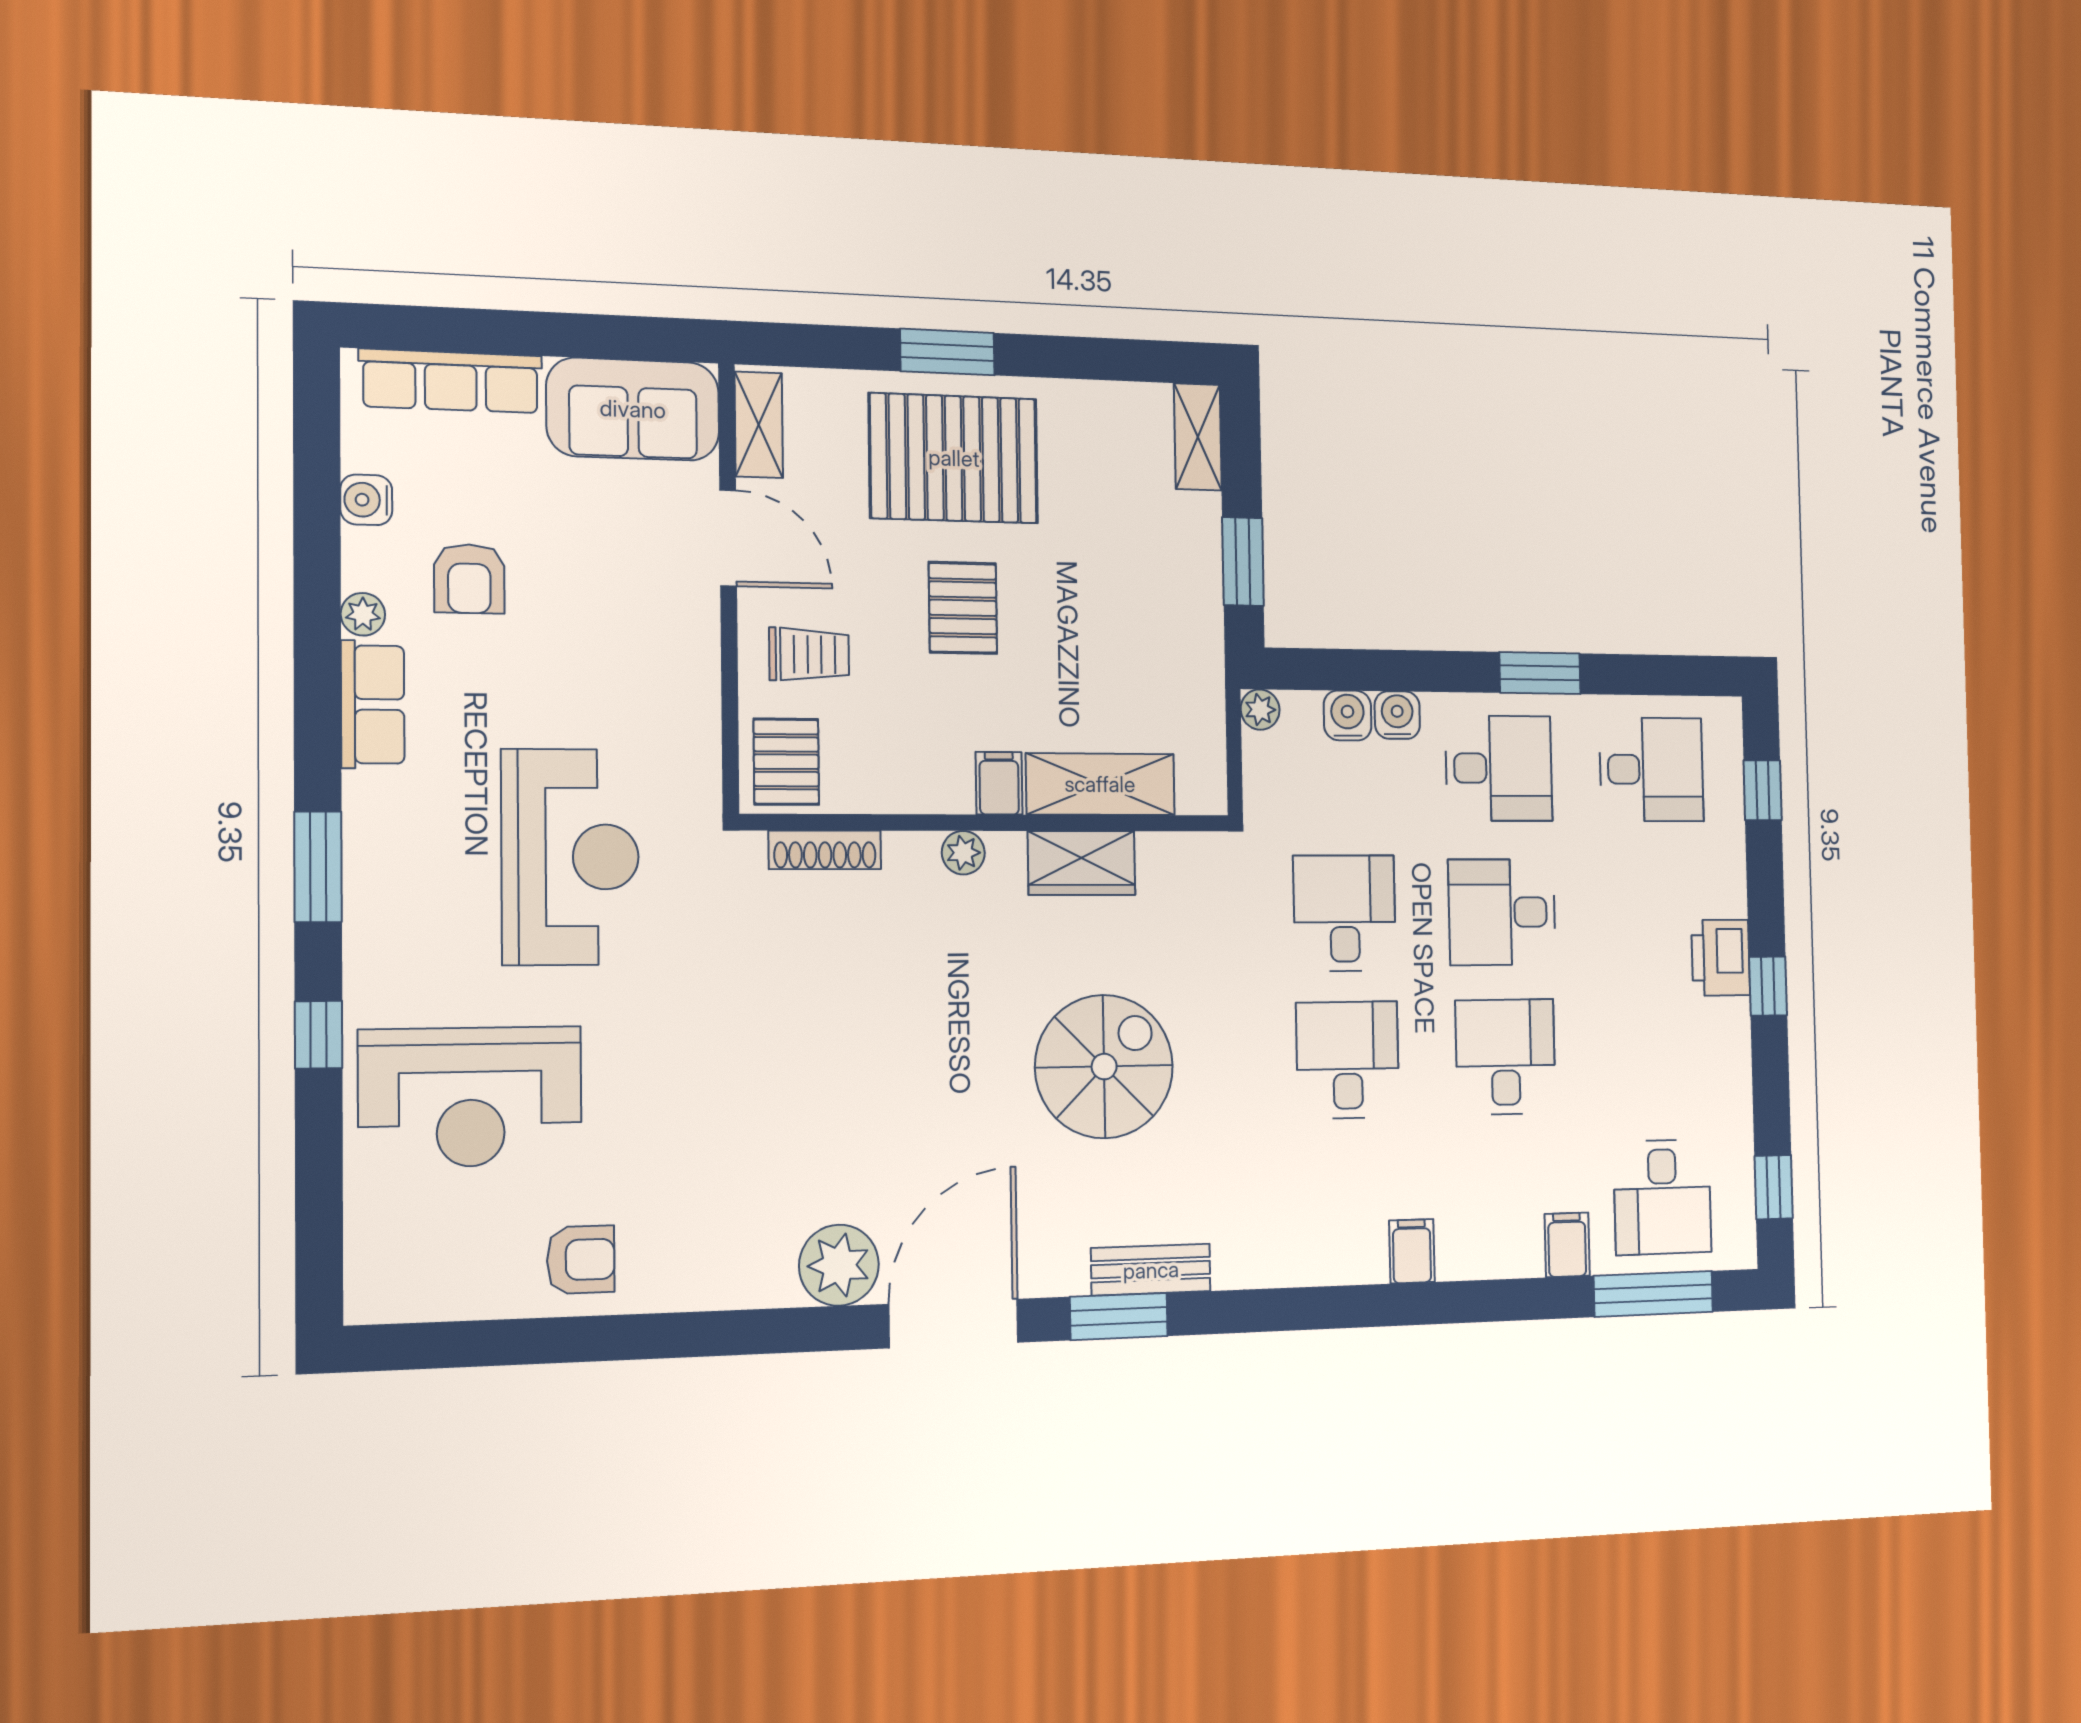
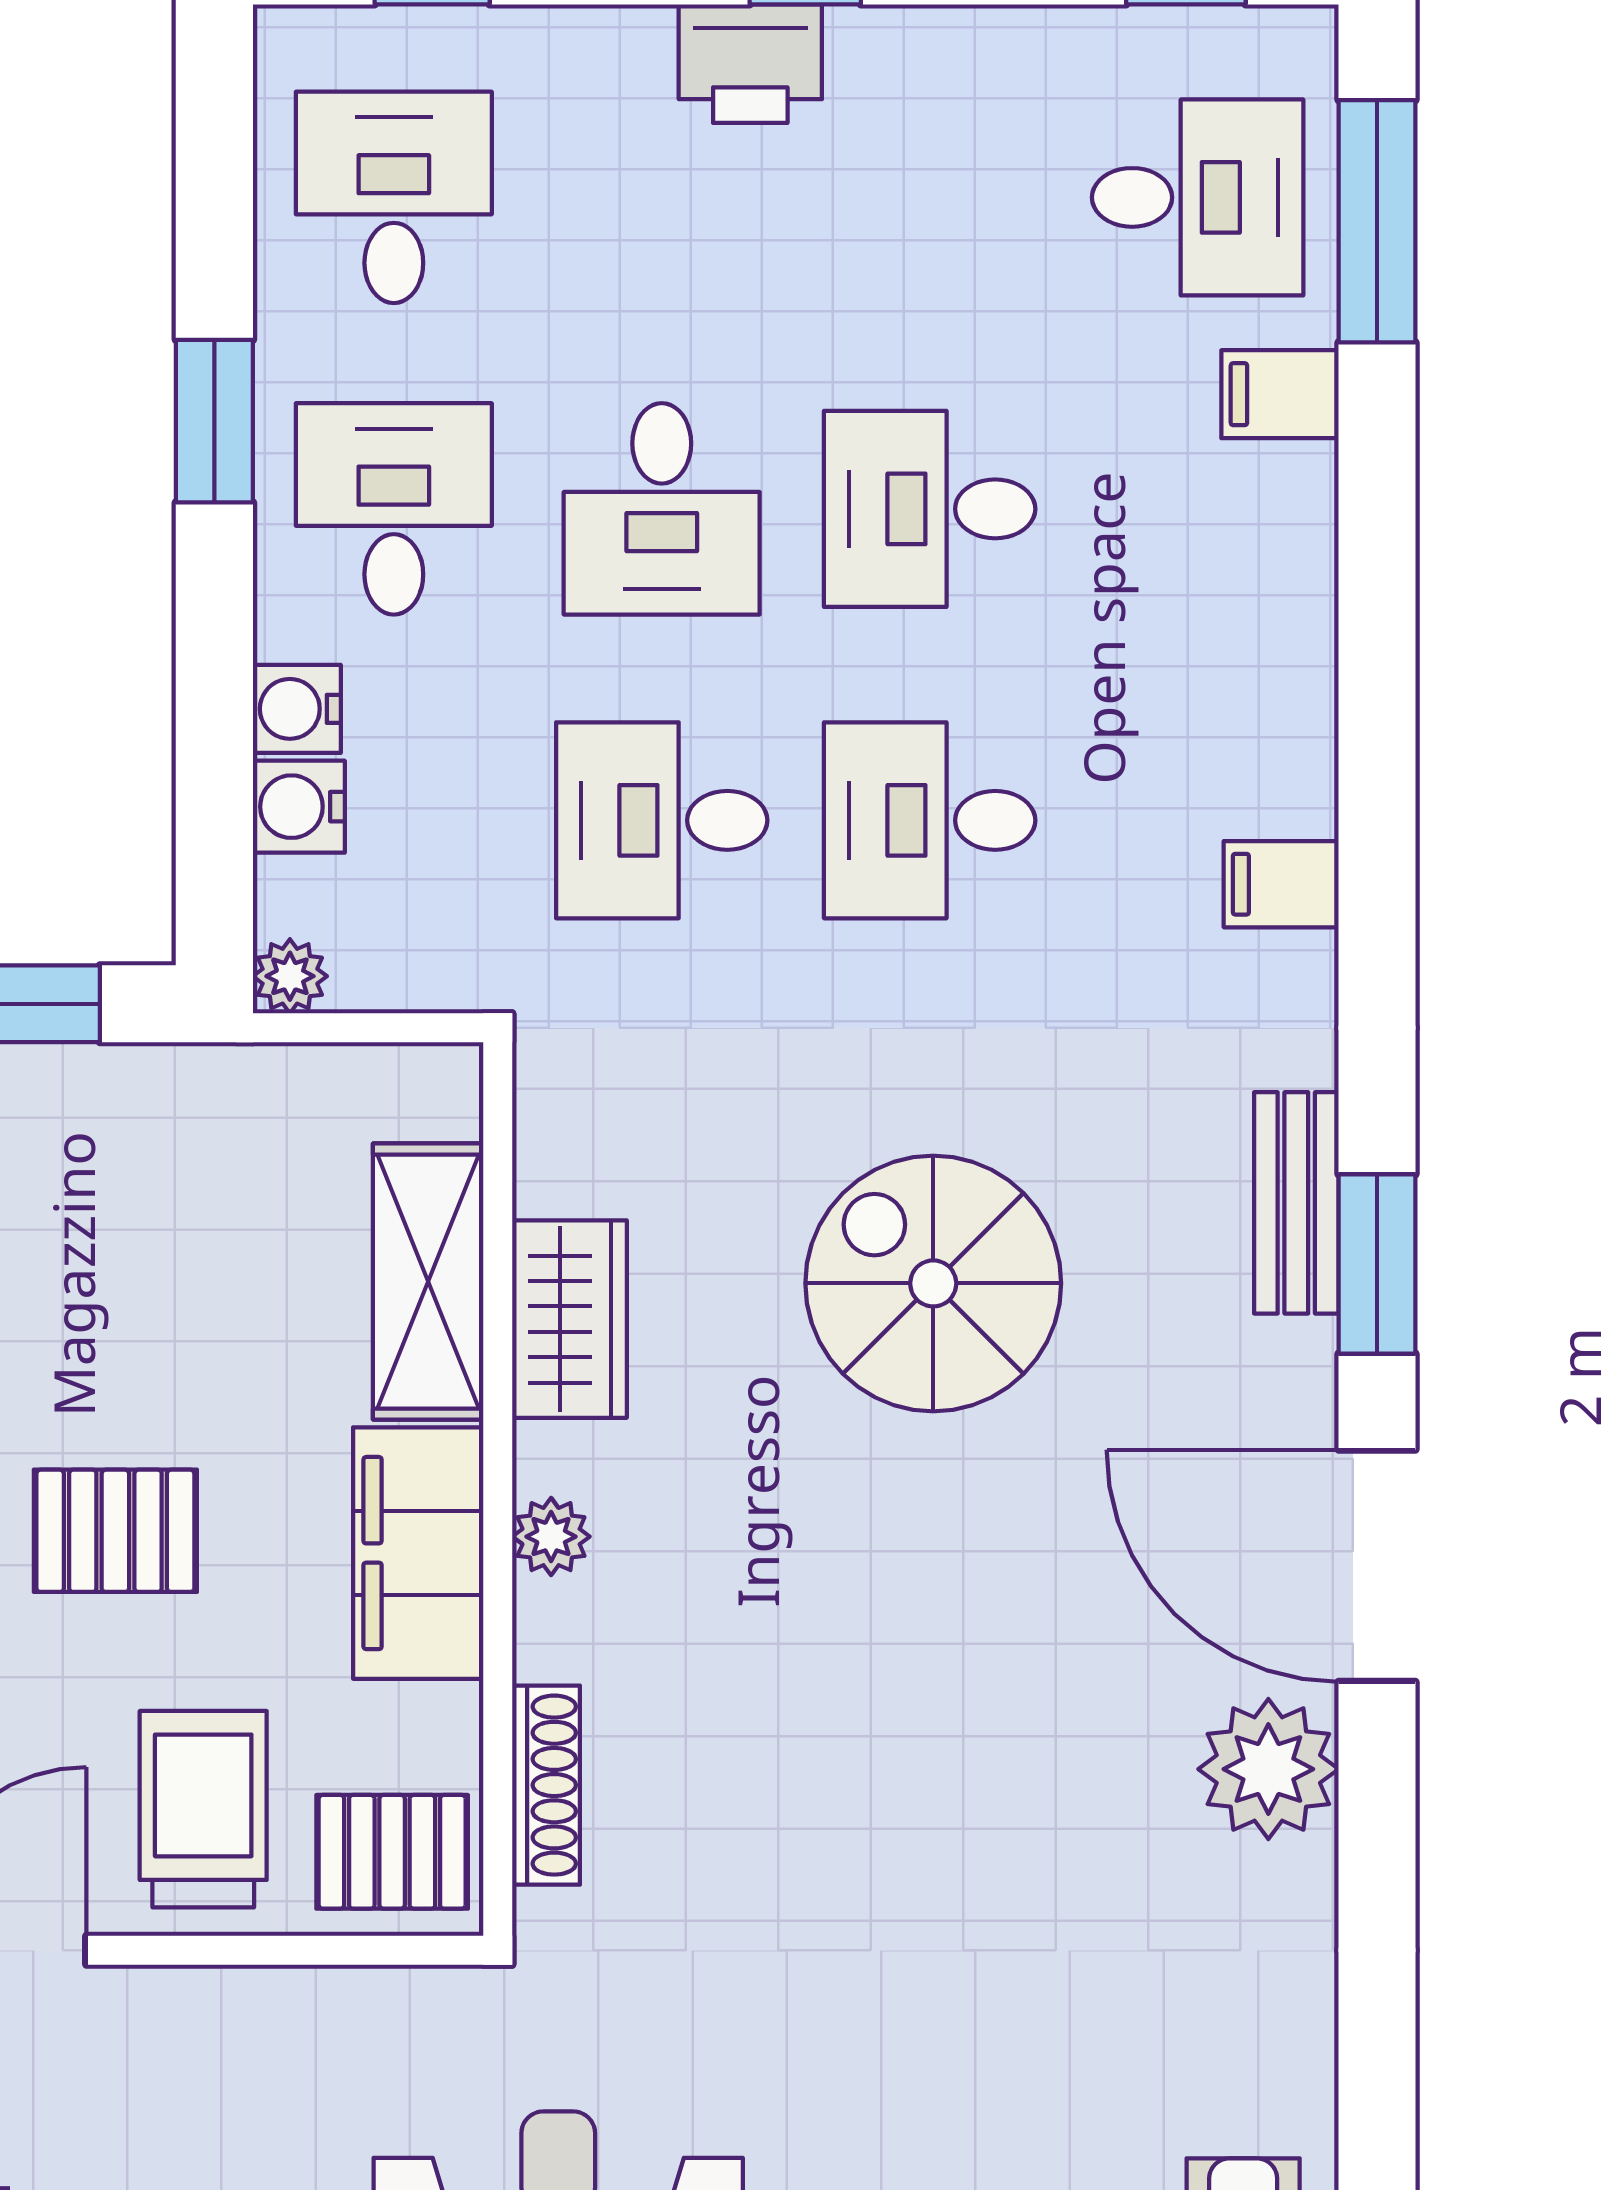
trolley: (809, 654) -> (203, 1809), width x1.36, depth x1.39
filing cabinet: (999, 783) -> (418, 1553), width x3.00, depth x1.17
filing cabinet: (1412, 1251) -> (1281, 884), moved

